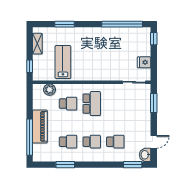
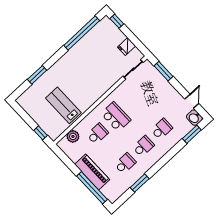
shelving: (37, 44) -> (30, 110), removed

